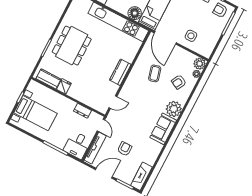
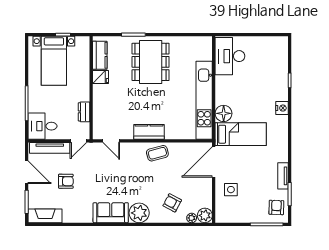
dining table: (72, 46) -> (151, 62), turned 90
coffee table: (155, 73) -> (157, 153), moved

